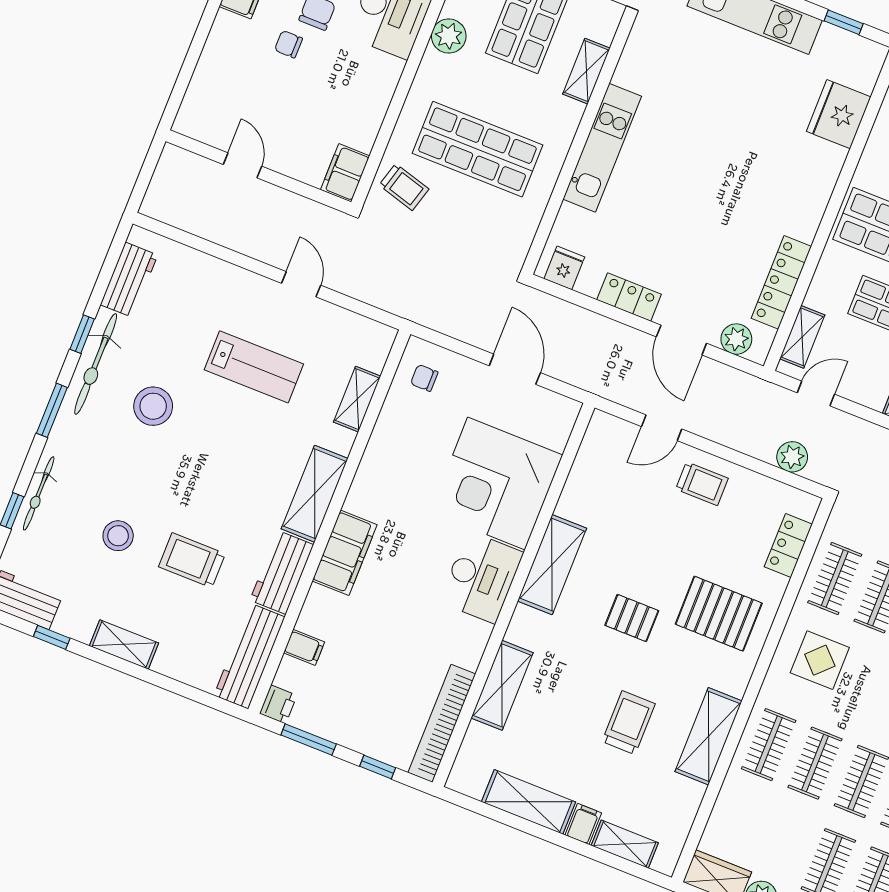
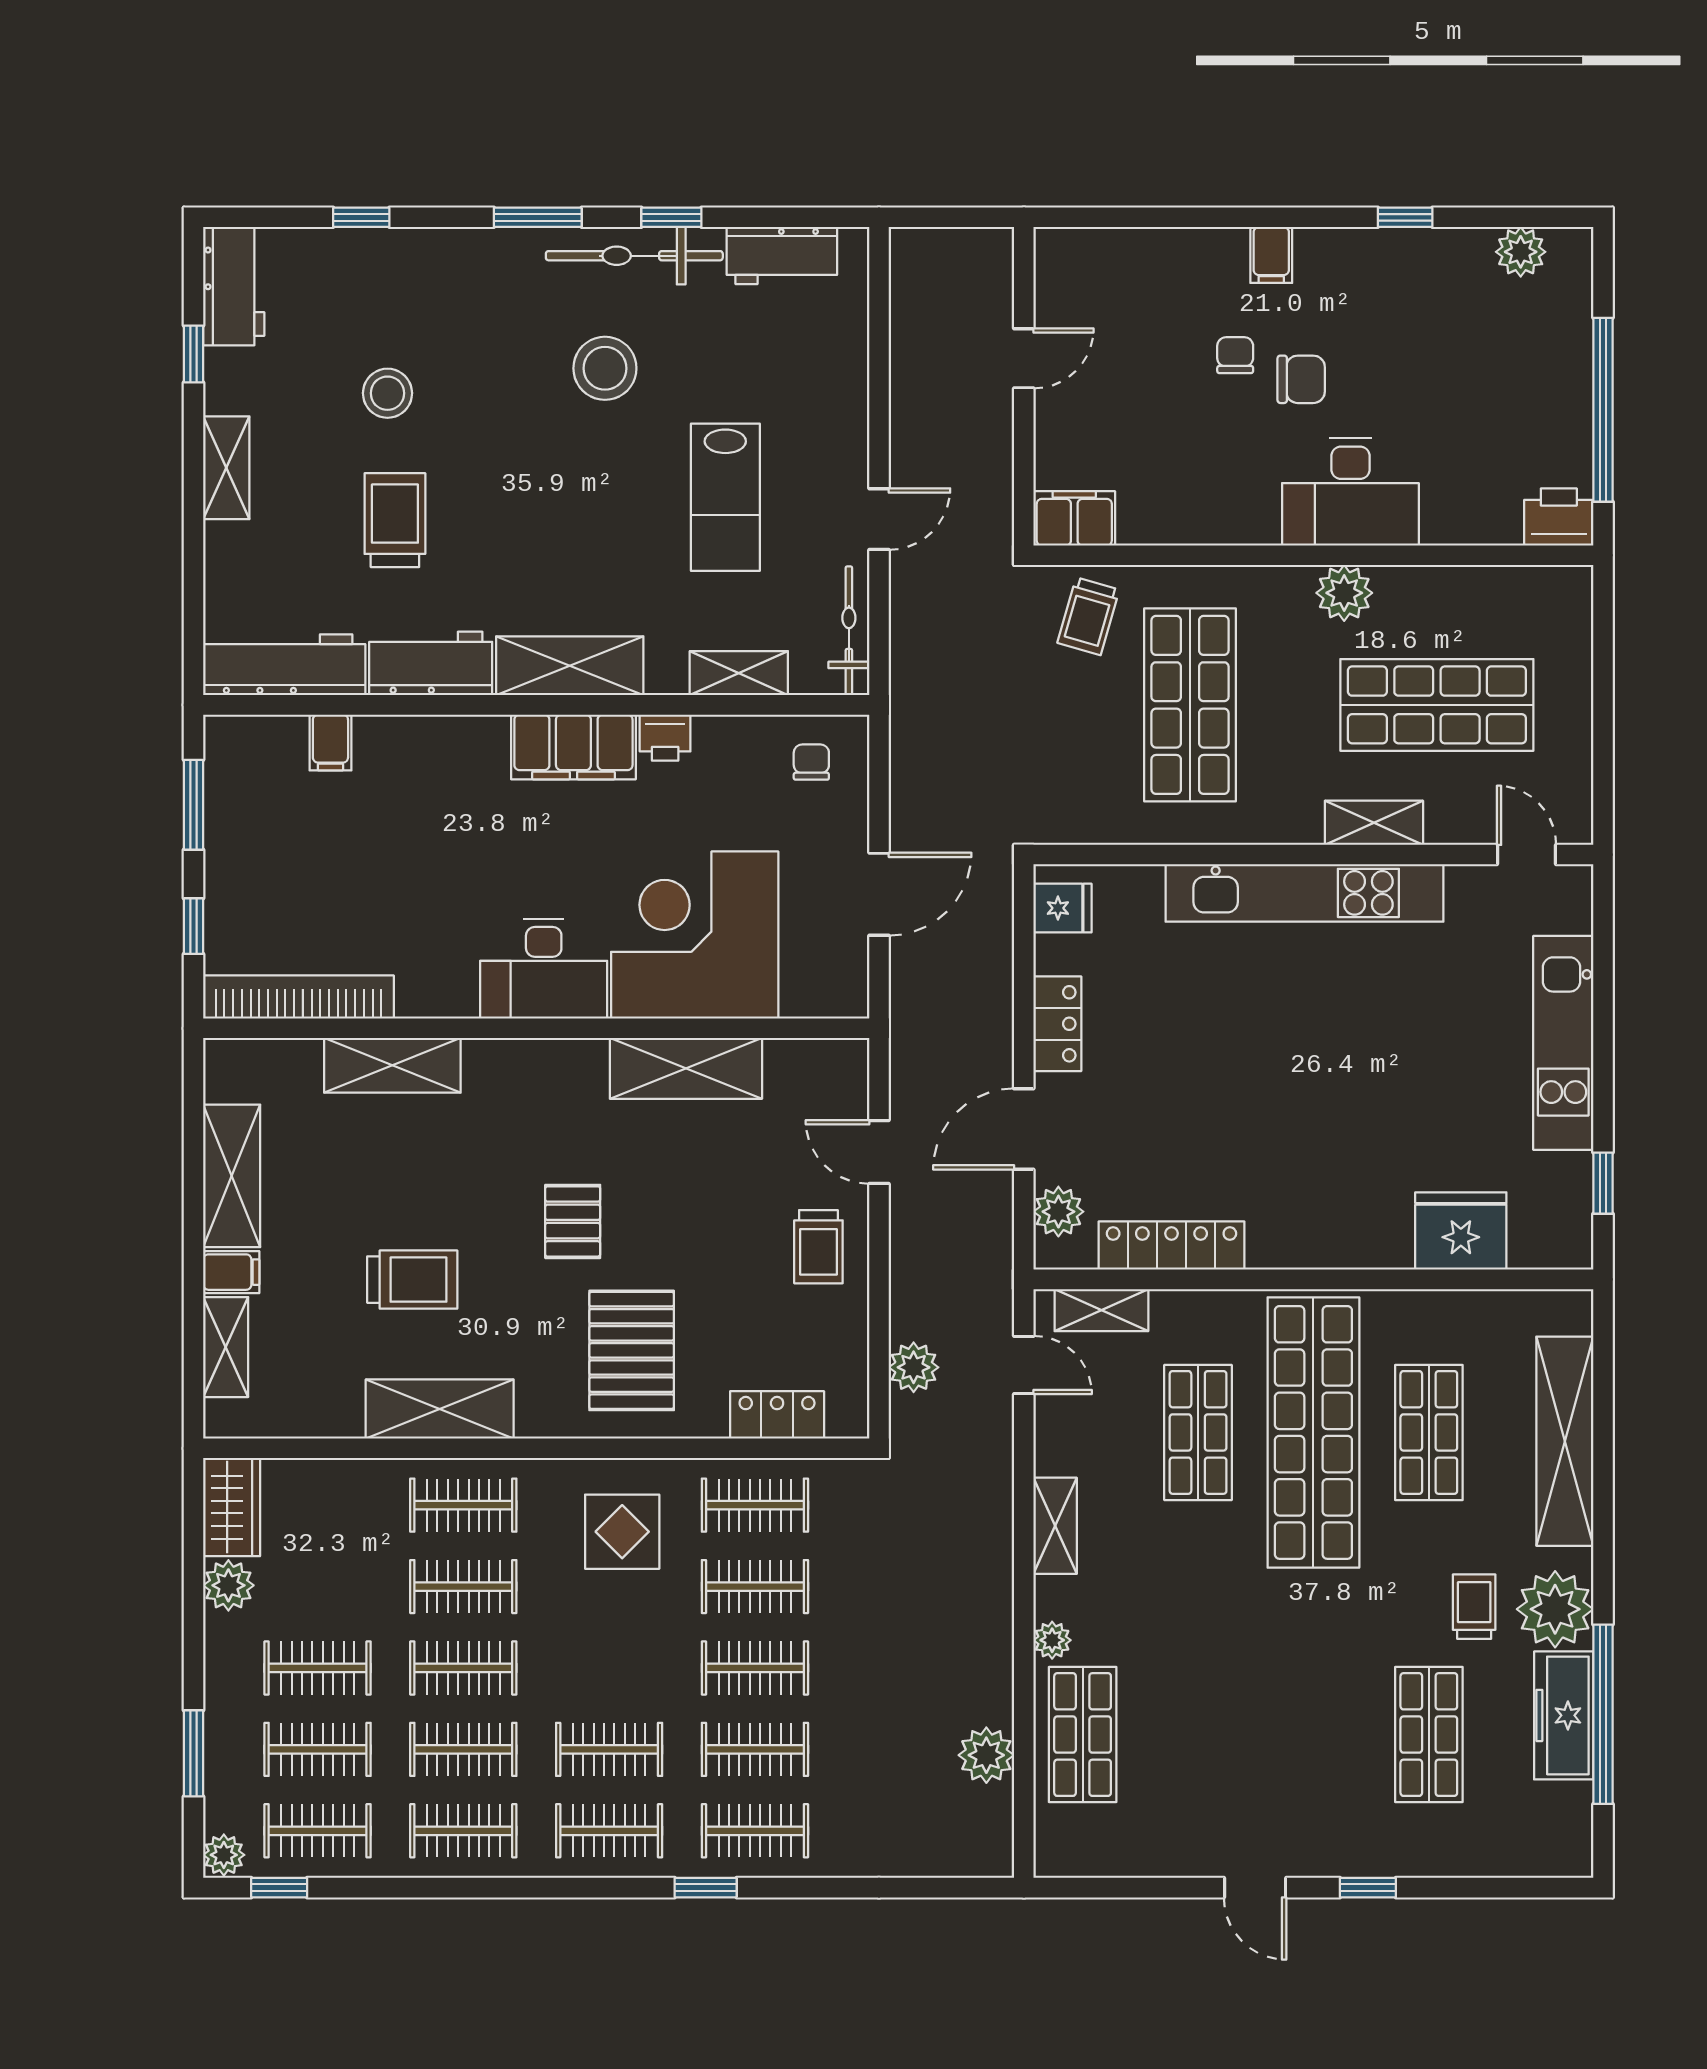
kitchen unit: (602, 148) -> (1305, 893), width x1.36
bicycle: (39, 493) -> (849, 631), moved, turned 90
filing cabinet: (345, 553) -> (573, 747), moved
shelving: (552, 565) -> (686, 1068), moved
printer: (278, 704) -> (665, 738), moved

